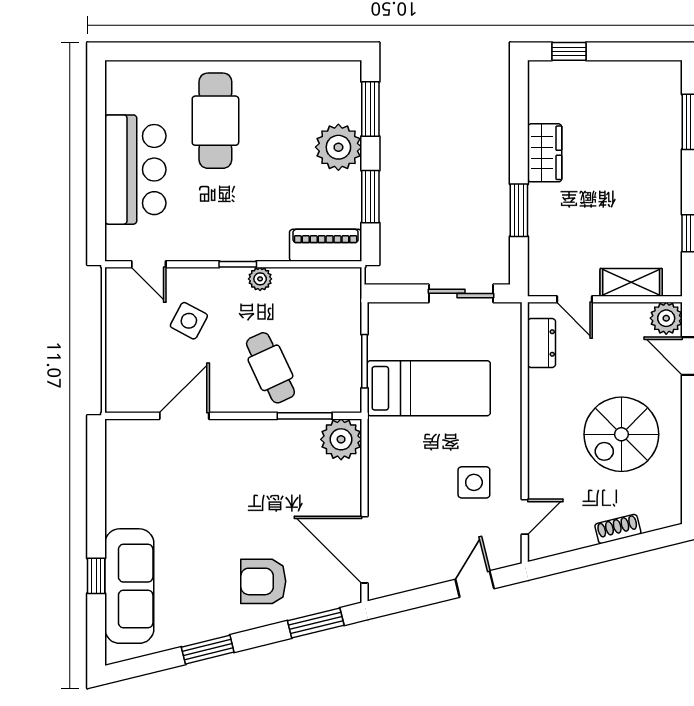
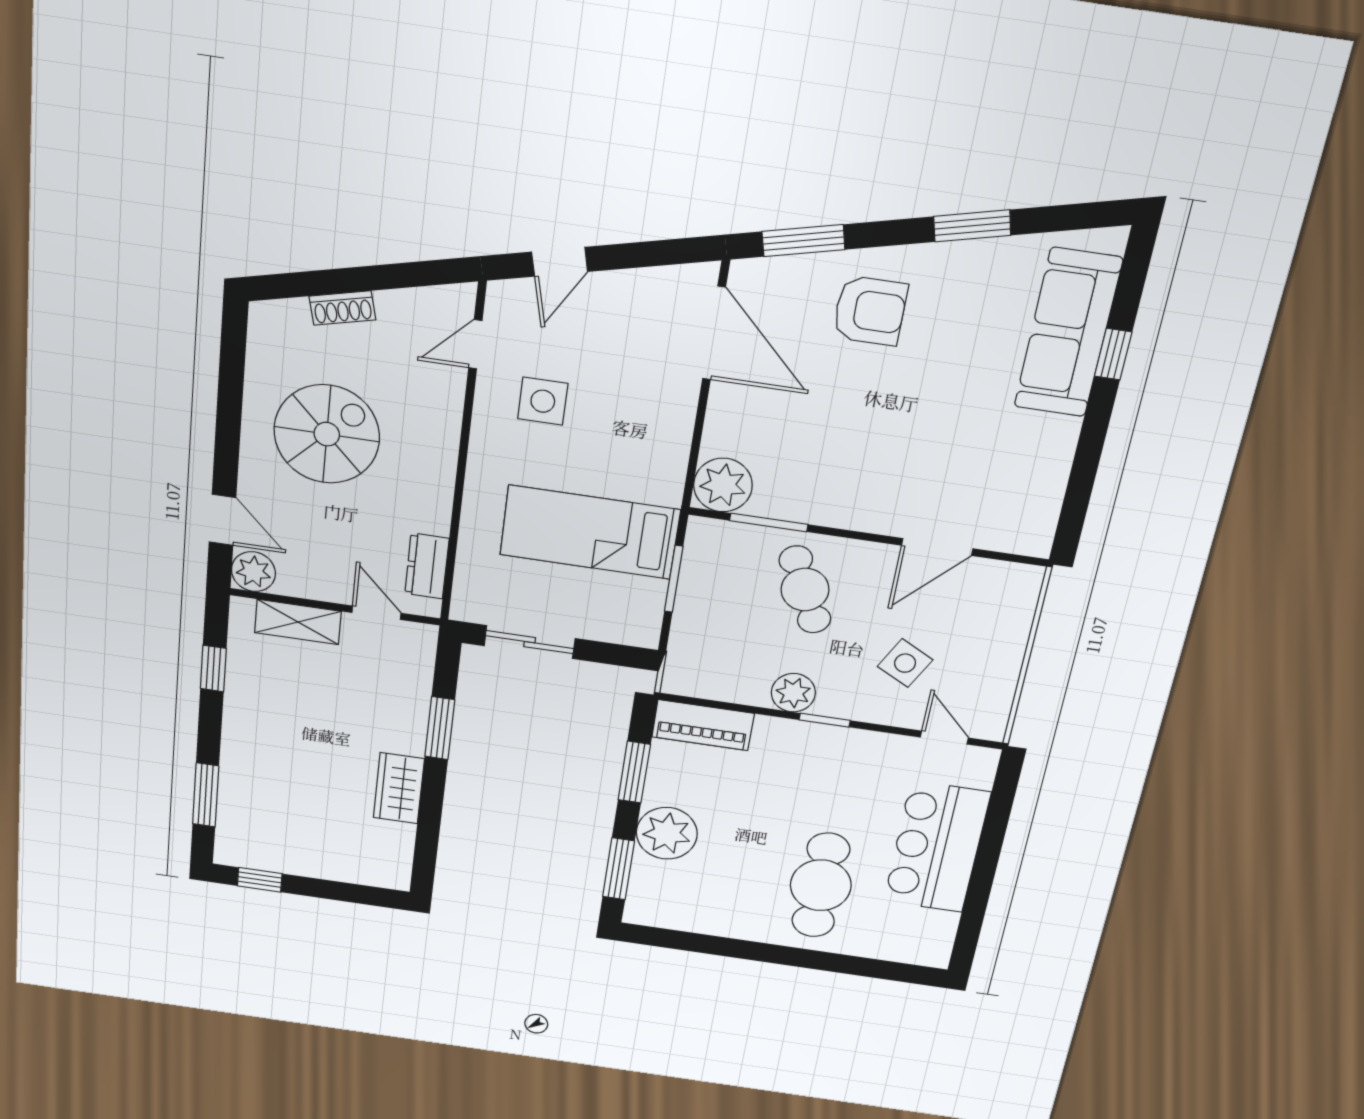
window: (569, 51) -> (260, 880), moved
plant: (260, 279) -> (793, 693), width x1.38, depth x1.38

